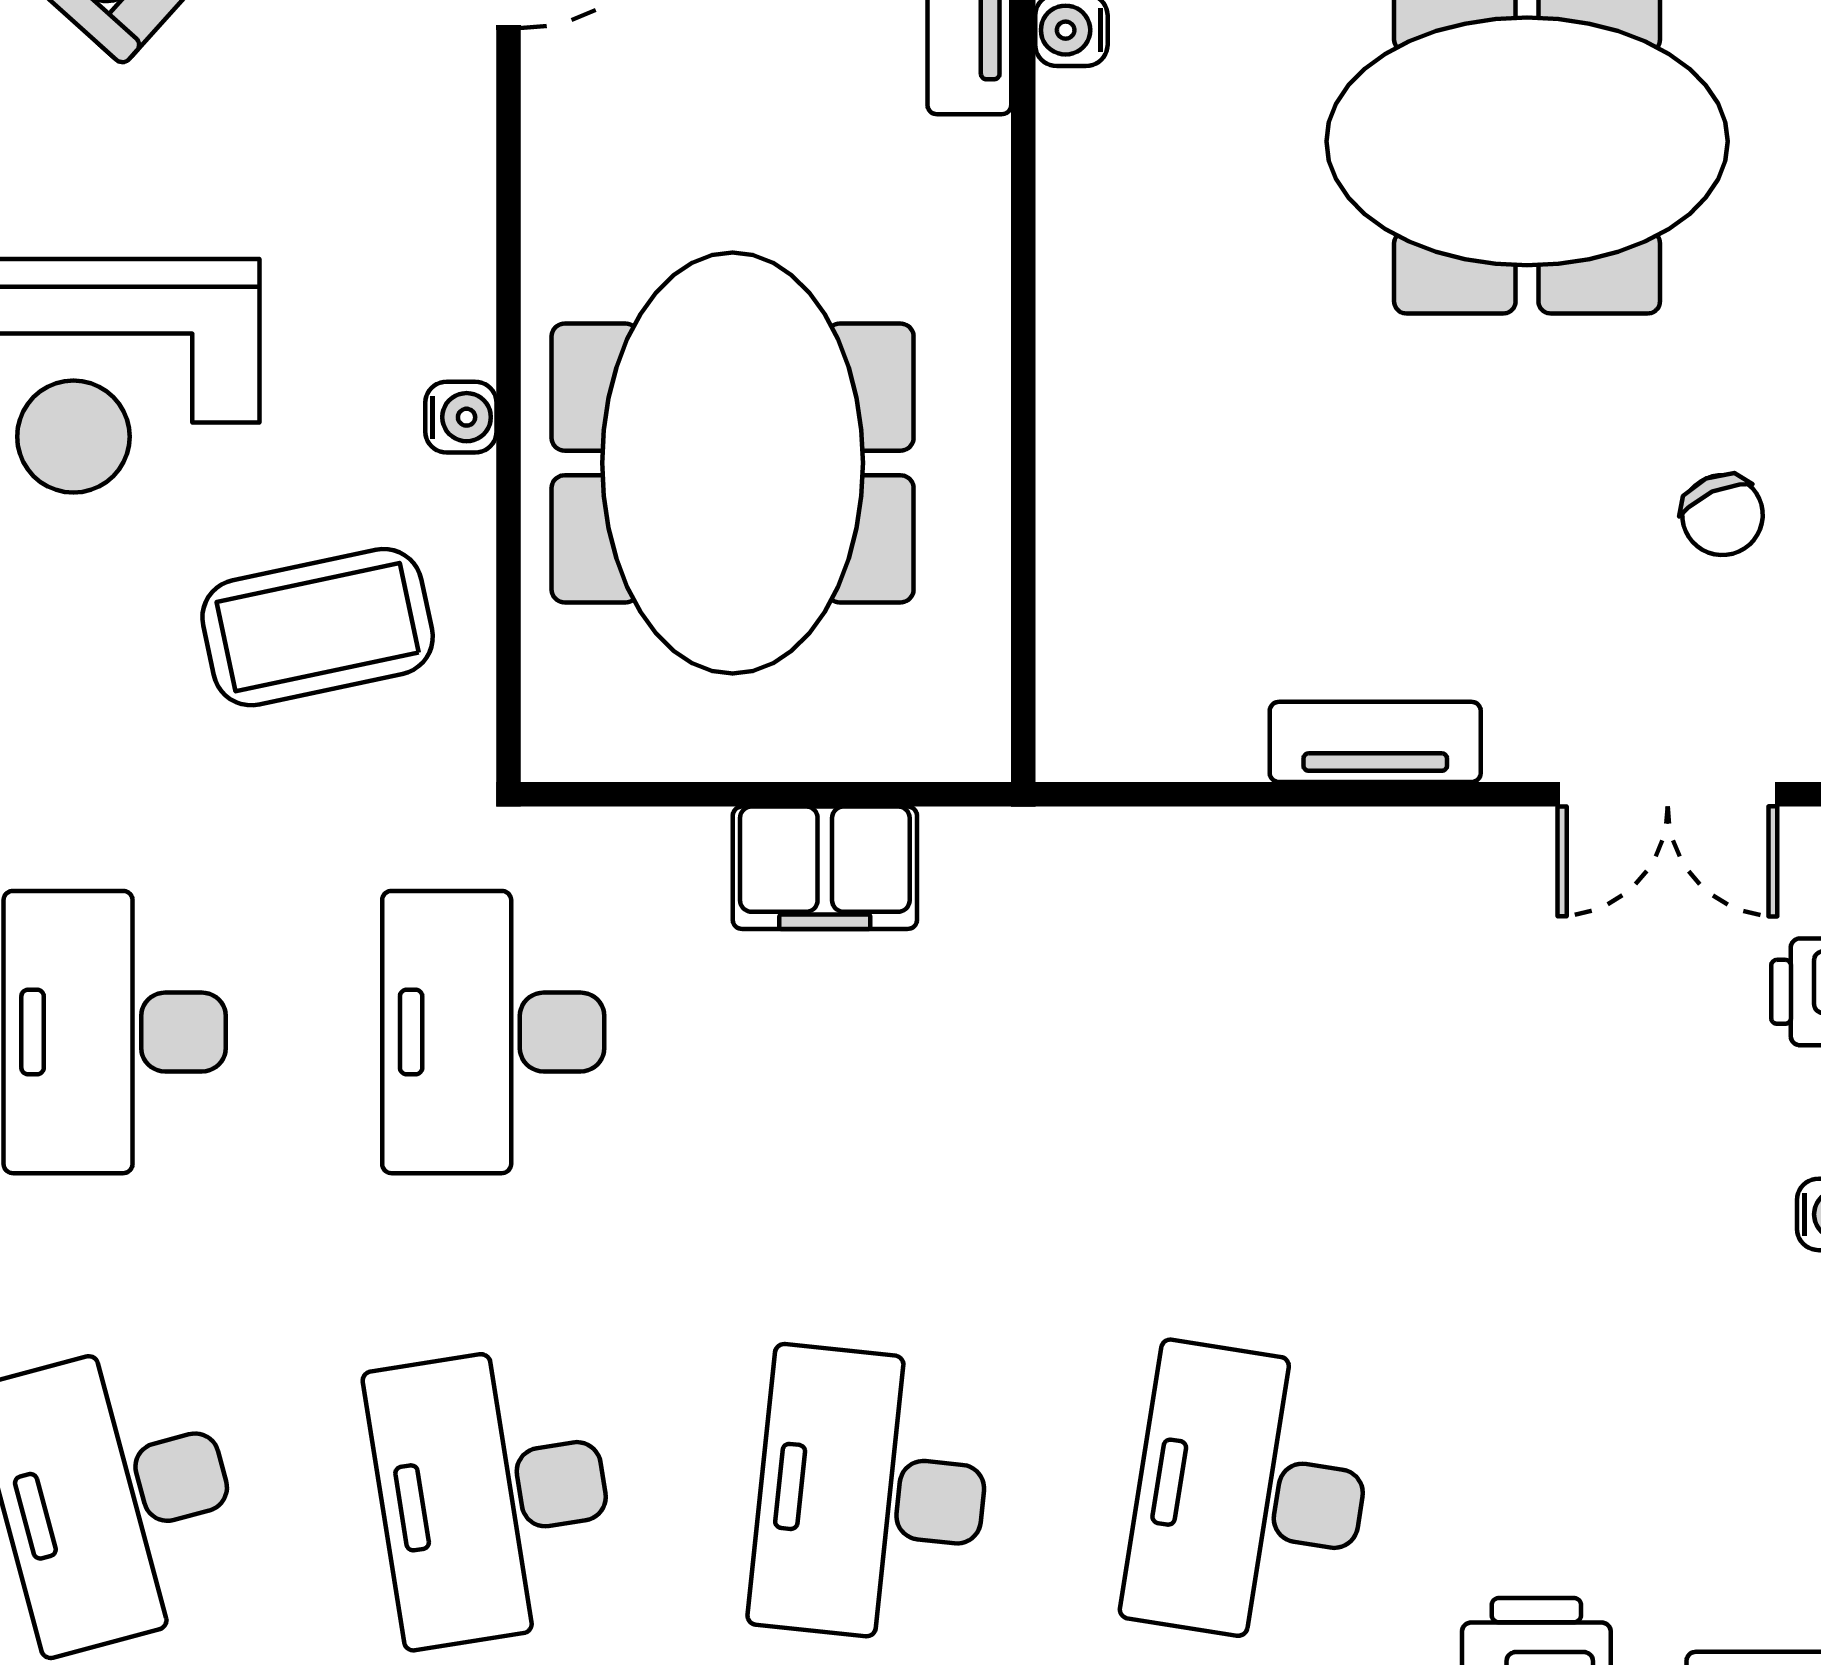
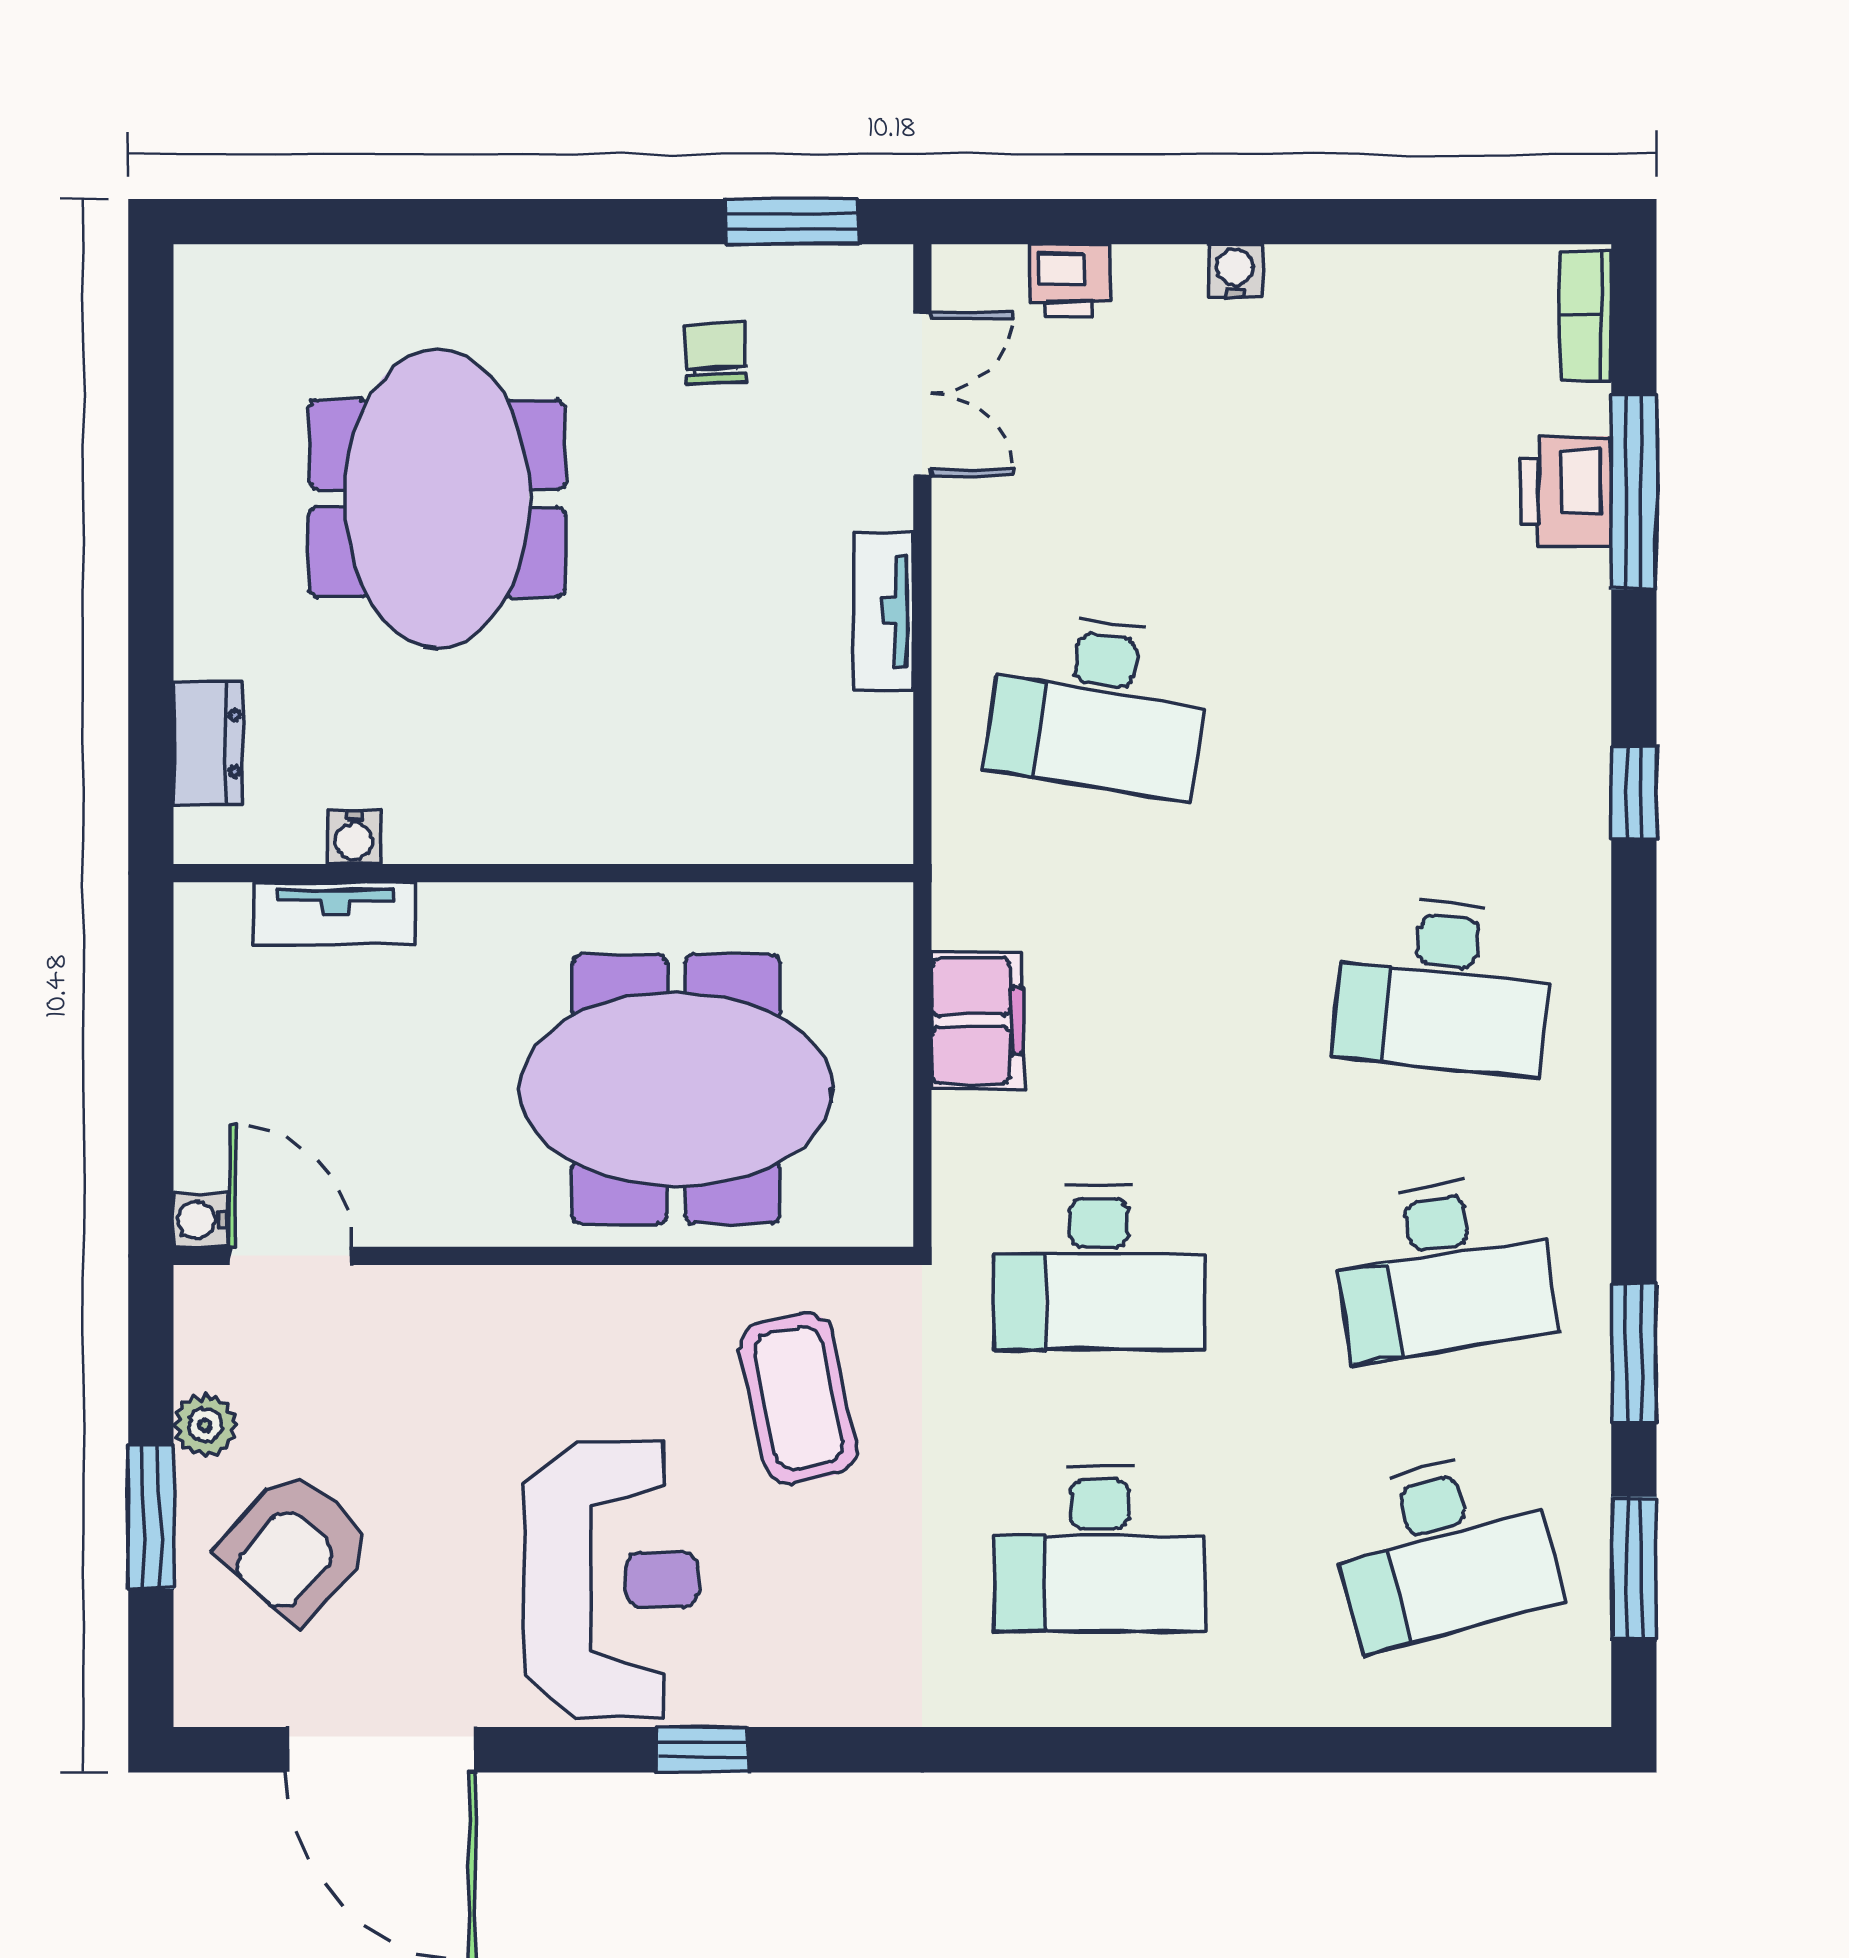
water cooler: (461, 417) -> (642, 1291), removed
chair: (1722, 515) -> (715, 353), turned -69
desk: (1250, 1495) -> (1099, 704), moved

